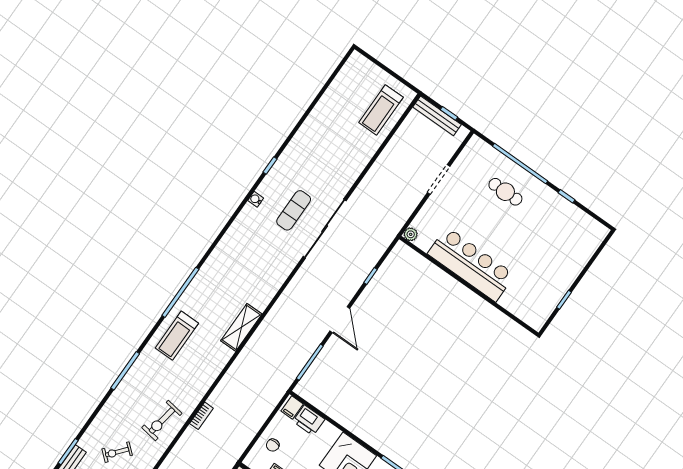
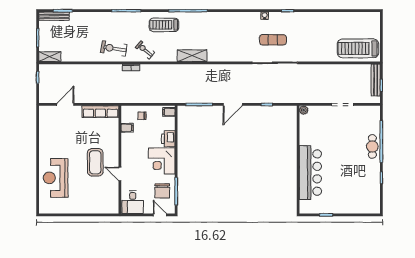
treadmill: (381, 110) -> (358, 48), width x1.37, depth x1.38
cafe table: (505, 192) -> (372, 146), moved
bar counter: (471, 264) -> (310, 173), moved
printer: (309, 420) -> (168, 139), moved
exercise bike: (117, 452) -> (145, 50), moved

